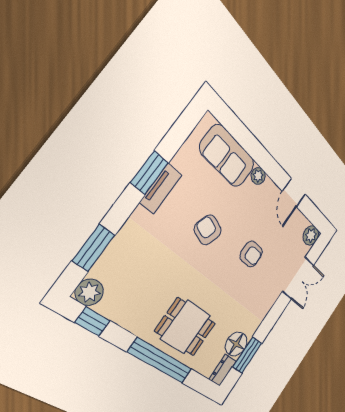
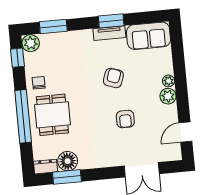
sofa: (227, 156) -> (148, 36), moved, turned -90
door: (294, 193) -> (185, 132), moved
plant: (311, 236) -> (168, 96), moved
chair: (142, 317) -> (39, 83), added

